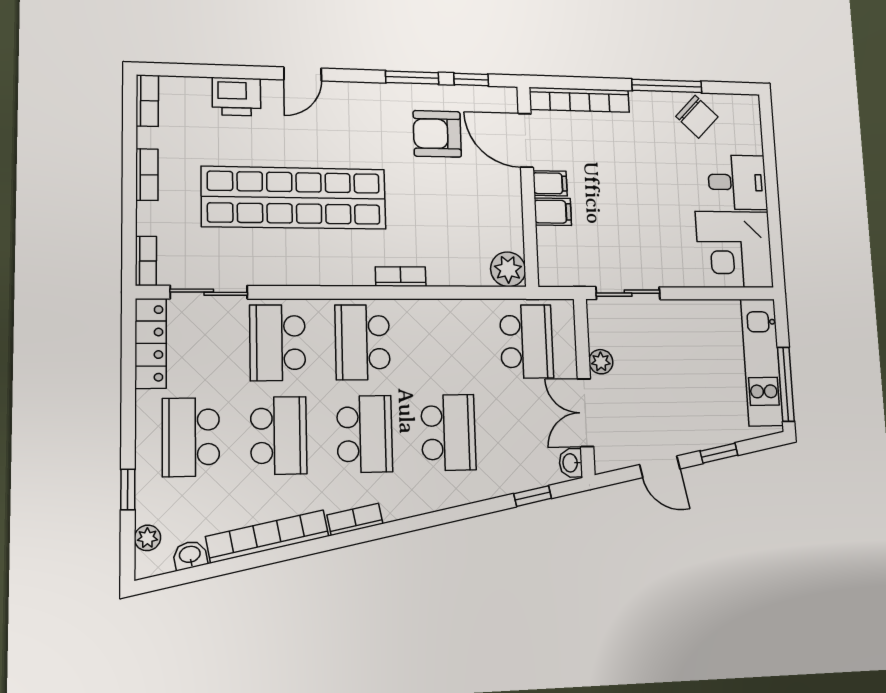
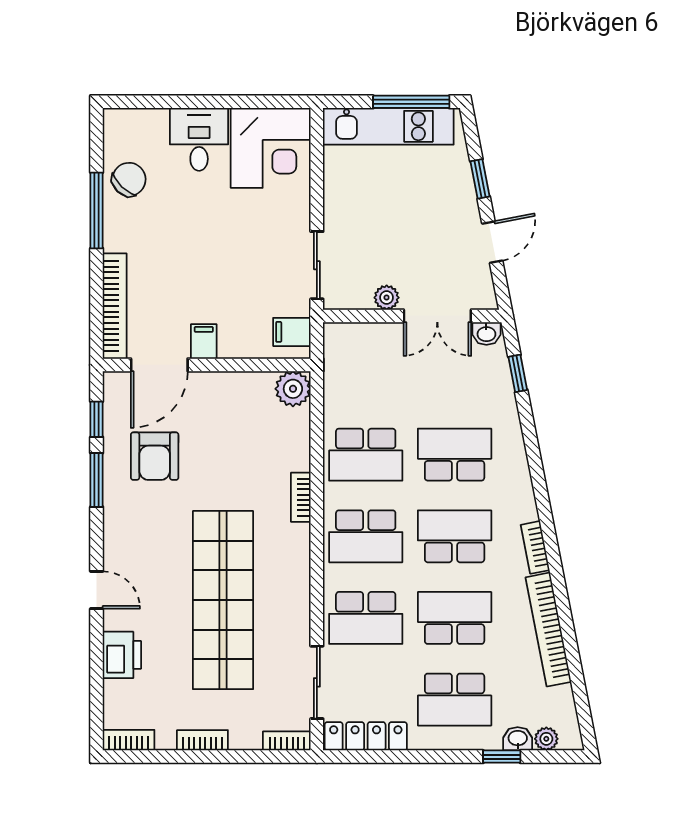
filing cabinet: (553, 212) -> (292, 332), moved, turned -90
school desk: (527, 341) -> (366, 455), moved, turned 180
washbasin: (190, 555) -> (518, 739), moved, turned 101

